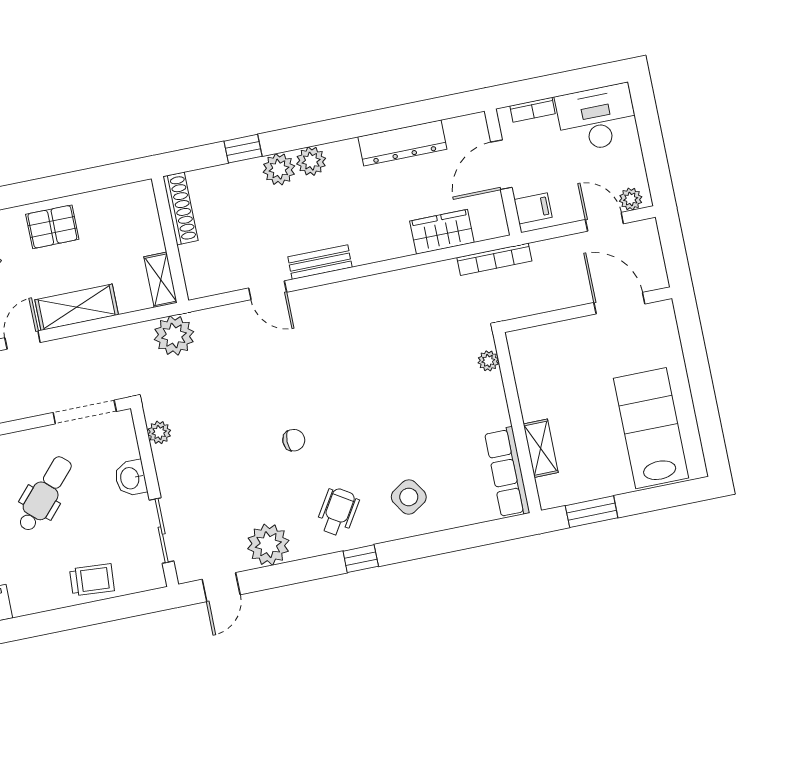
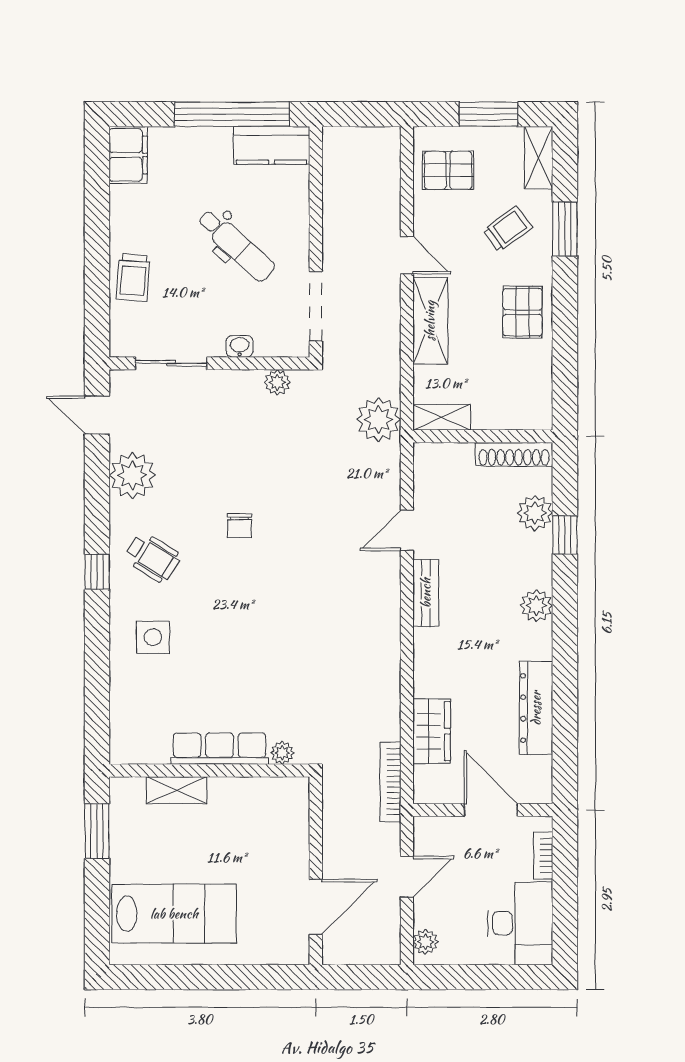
plant: (279, 169) -> (535, 513), moved
filing cabinet: (533, 208) -> (437, 835), removed
door: (604, 222) -> (407, 877), moved
row of seats: (507, 472) -> (220, 749), moved
washbasin: (131, 478) -> (240, 346), width x0.72, depth x0.69
side table: (409, 497) -> (153, 637), turned 33

